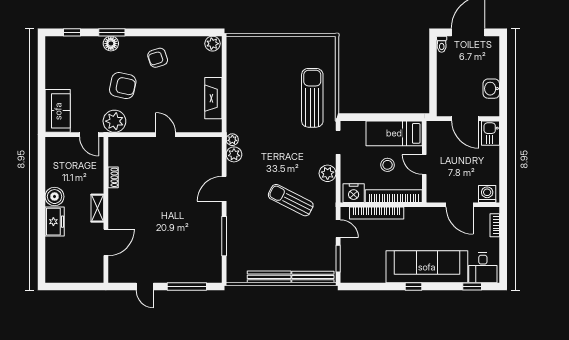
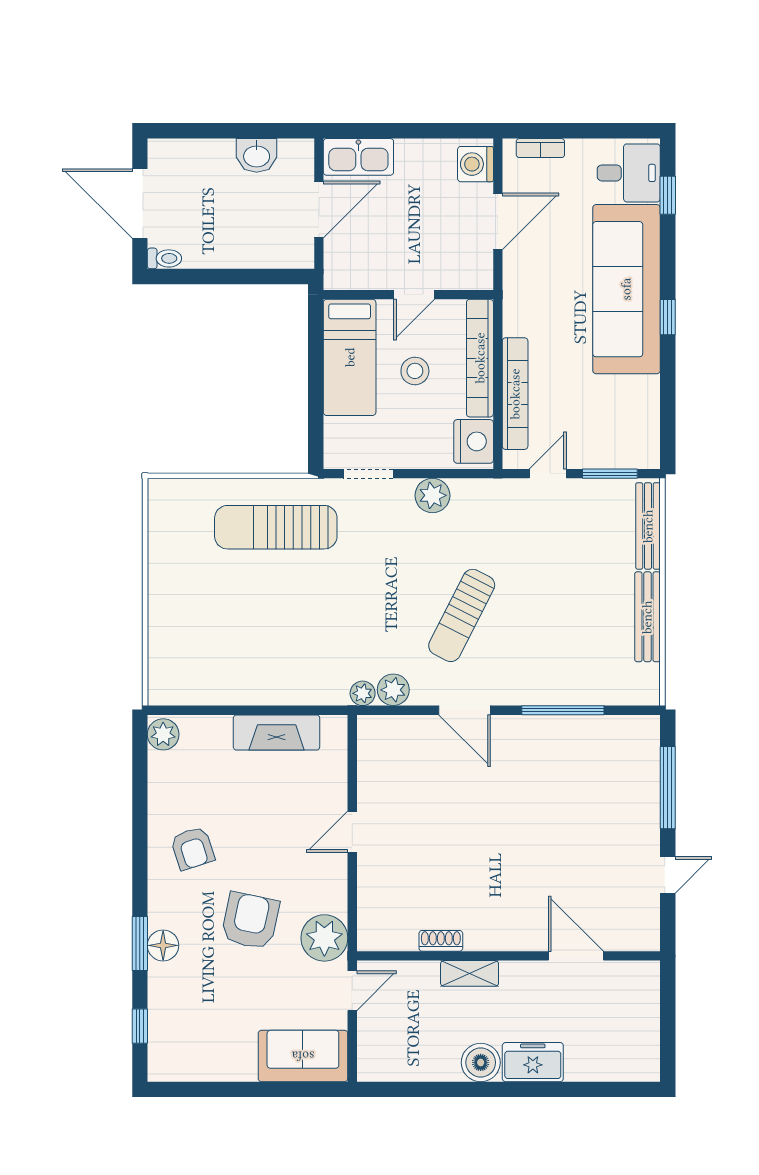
kitchen sink: (491, 133) -> (358, 157), width x1.38
sun lounger: (291, 200) -> (462, 615), moved
shelving: (97, 208) -> (470, 973), moved

